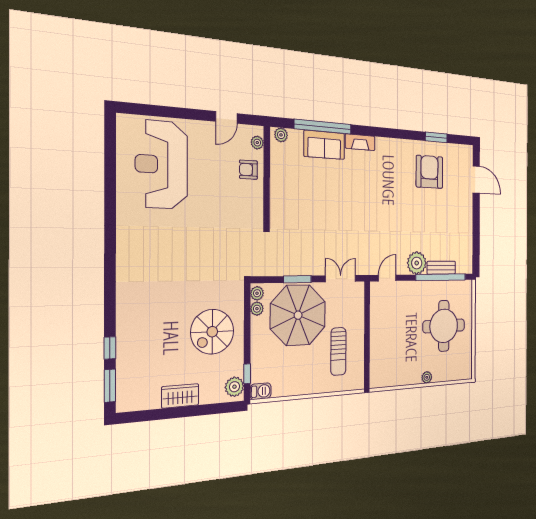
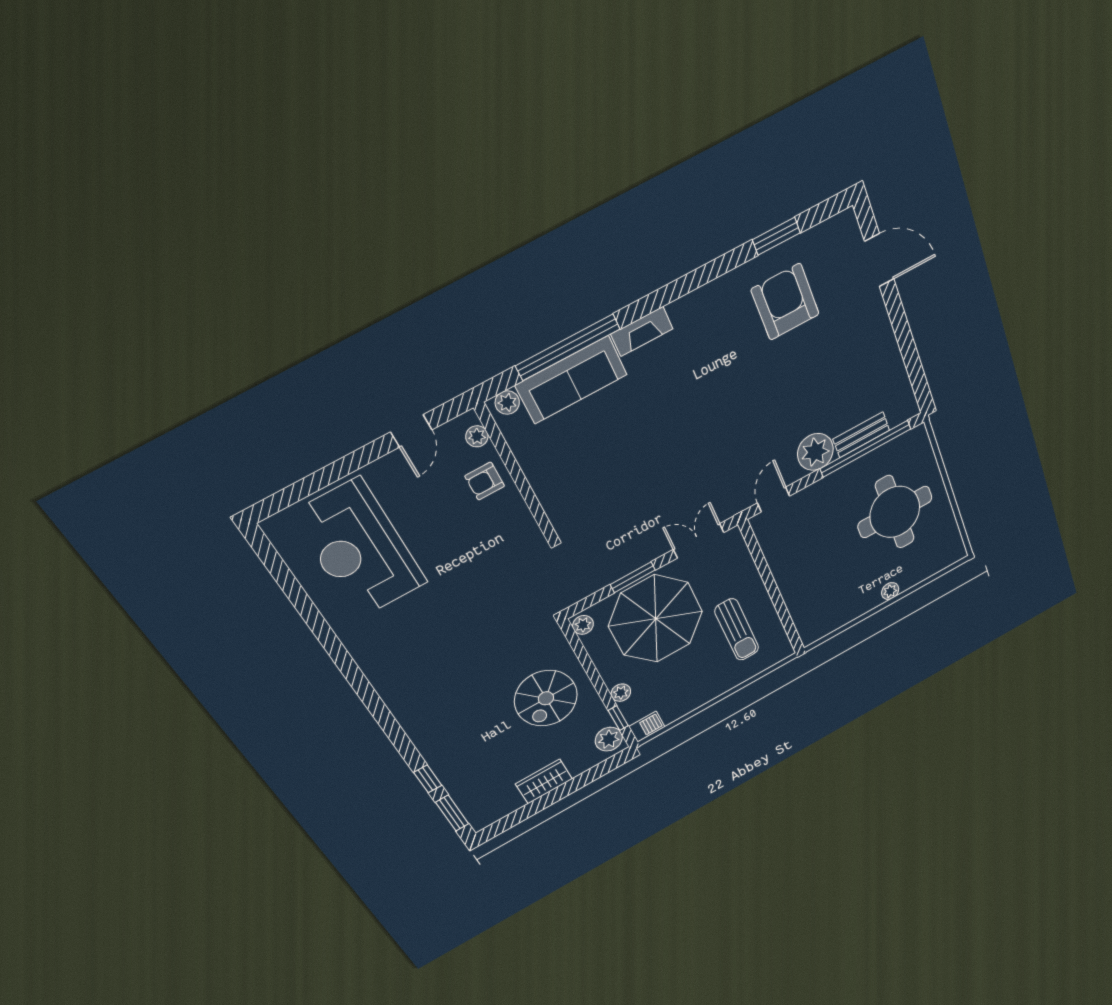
sofa: (324, 145) -> (571, 380), width x1.36
plant: (257, 309) -> (621, 693), moved

